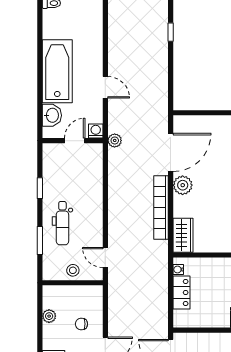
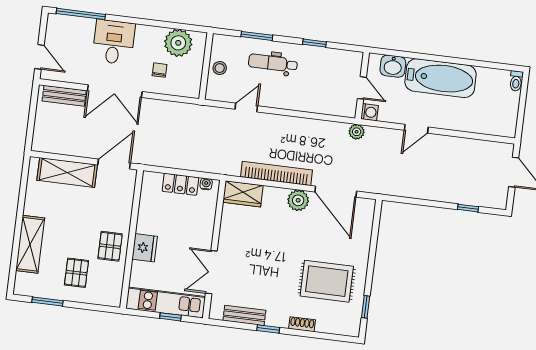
door: (105, 258) -> (246, 108), moved
plant: (49, 316) -> (178, 43), width x1.87, depth x1.87

